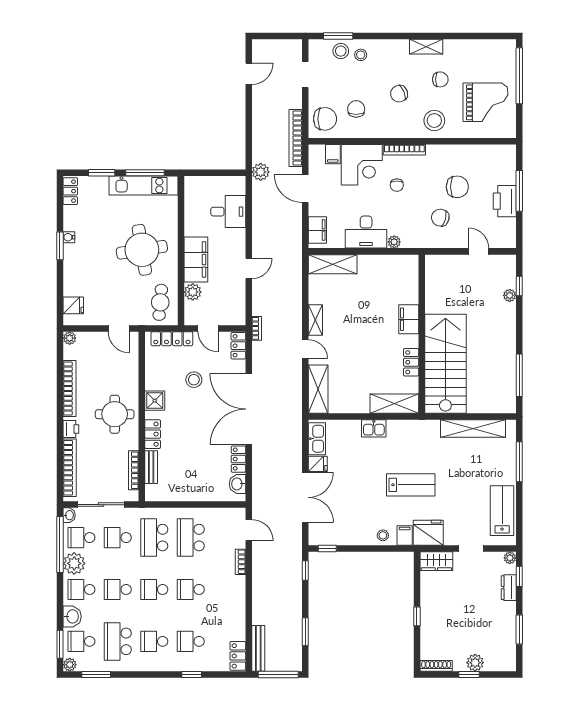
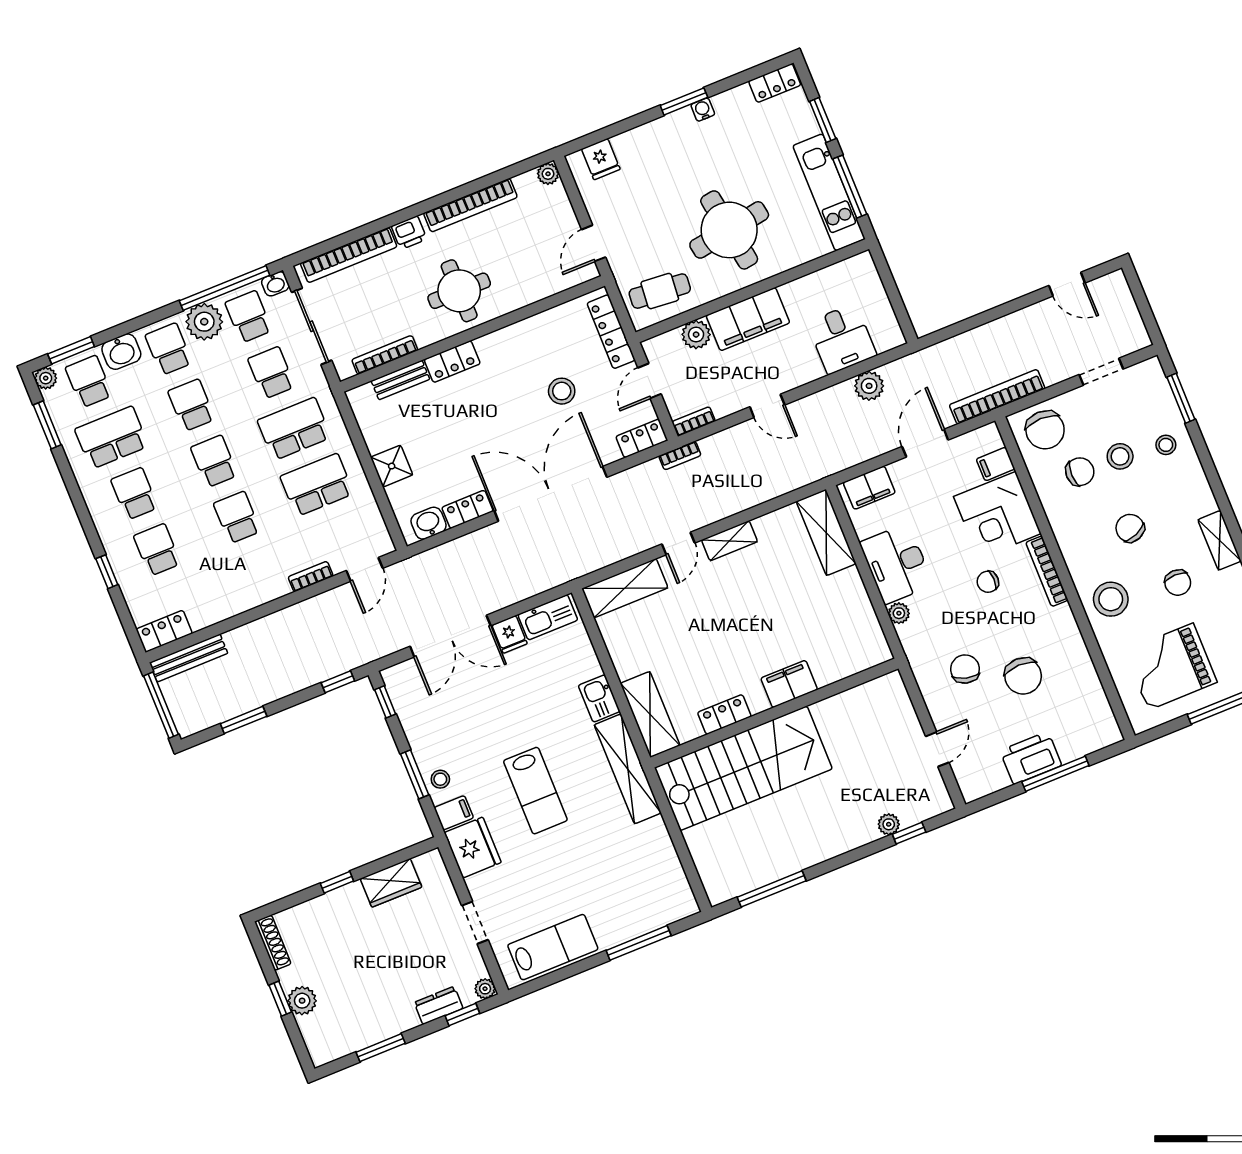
stool: (341, 51) -> (1120, 456), moved
grand piano: (485, 102) -> (1171, 667), turned 90
plant: (261, 172) -> (869, 386), moved
bookcase: (241, 313) -> (694, 421), added
shower: (155, 401) -> (392, 466), moved
shelving: (473, 428) -> (628, 769), moved
window: (374, 549) -> (415, 774), added
wardrobe: (436, 561) -> (391, 883), moved, turned -90

